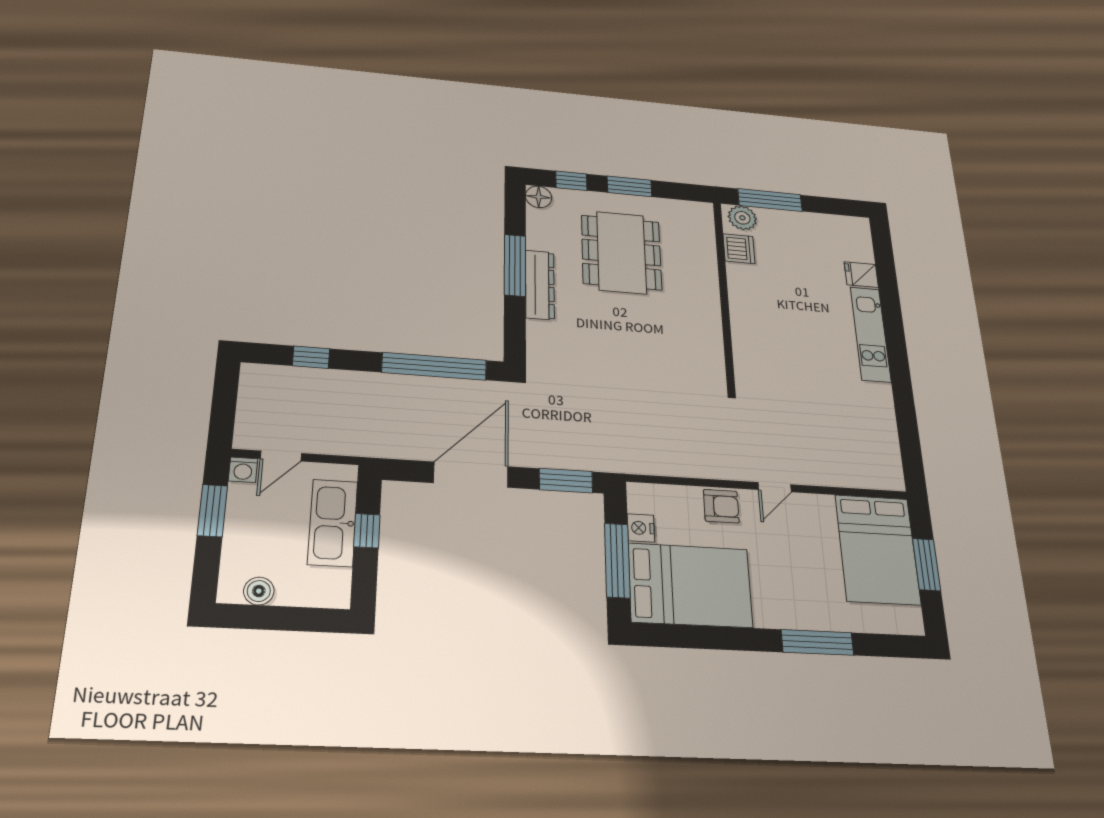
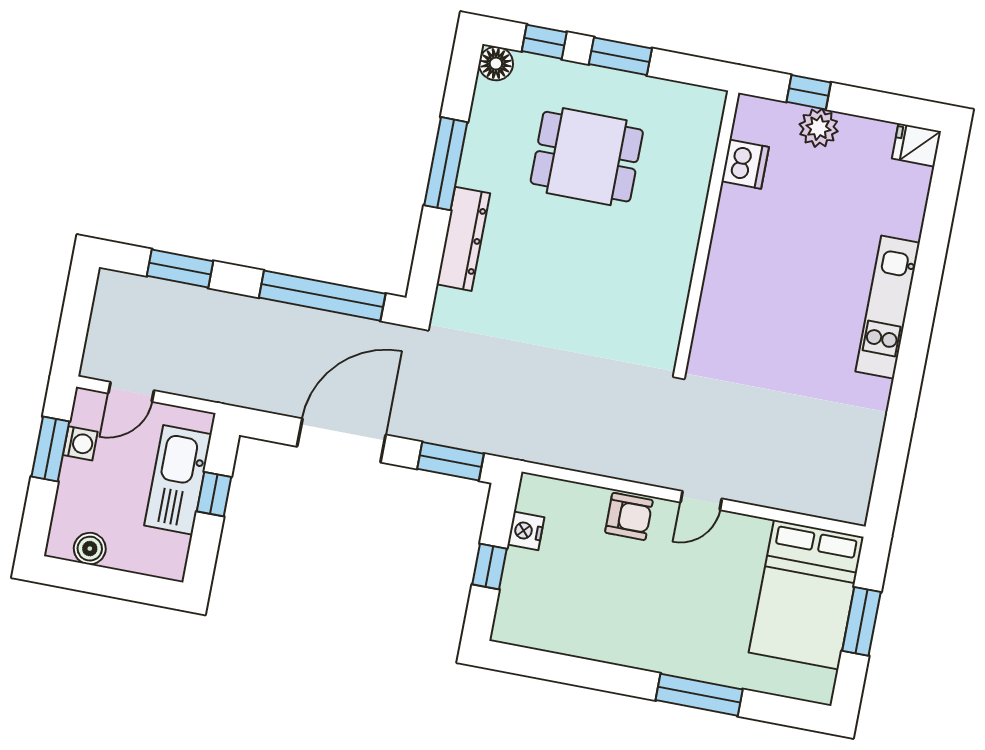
window: (770, 200) -> (809, 92), width x0.46
plant: (742, 218) -> (819, 128), moved
dining table: (621, 252) -> (587, 157), width x0.73
fridge: (861, 275) -> (917, 145), moved
dresser: (540, 285) -> (463, 239), moved
window: (311, 357) -> (180, 268), width x1.50
washing machine: (243, 470) -> (80, 443), moved, turned -90
window: (617, 560) -> (490, 567), width x0.46
bed: (690, 585) -> (567, 607), removed

